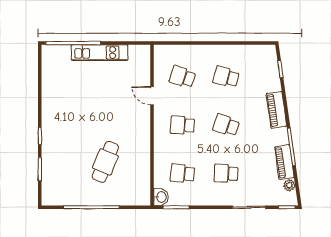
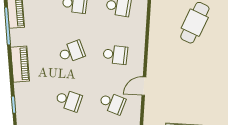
door: (152, 96) -> (144, 86), swing flipped
school desk: (226, 125) -> (72, 52), turned -42

